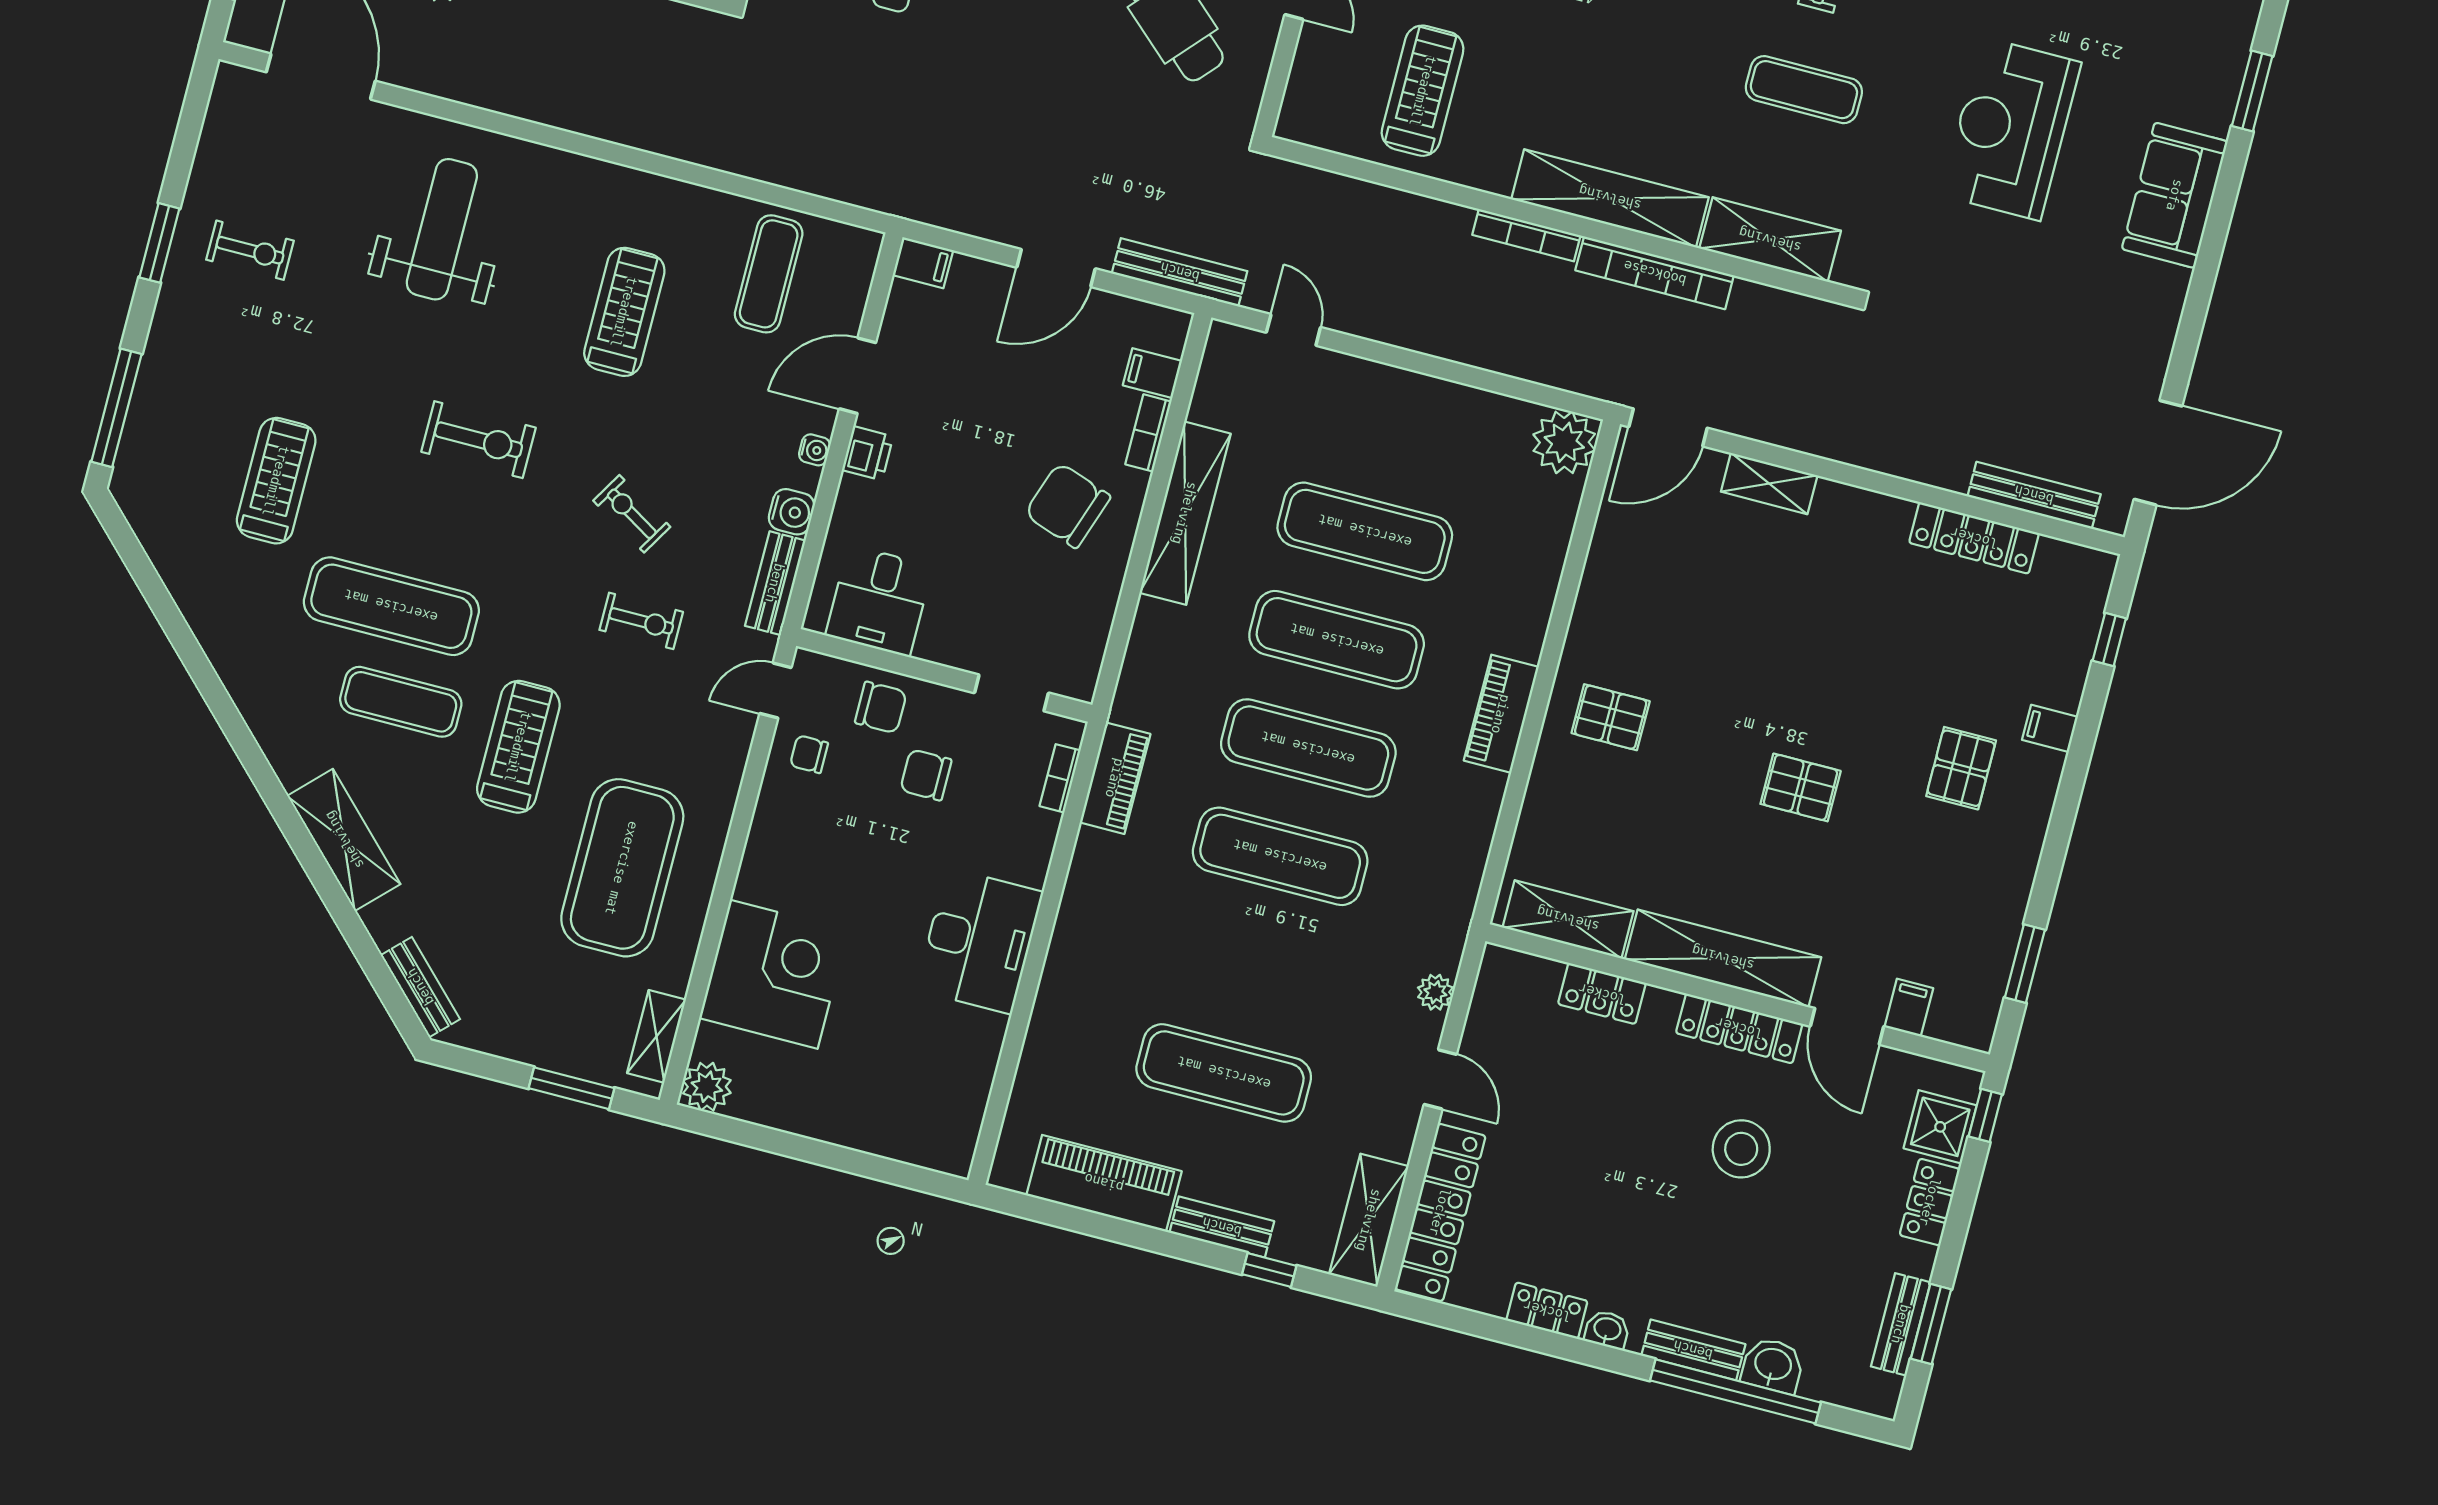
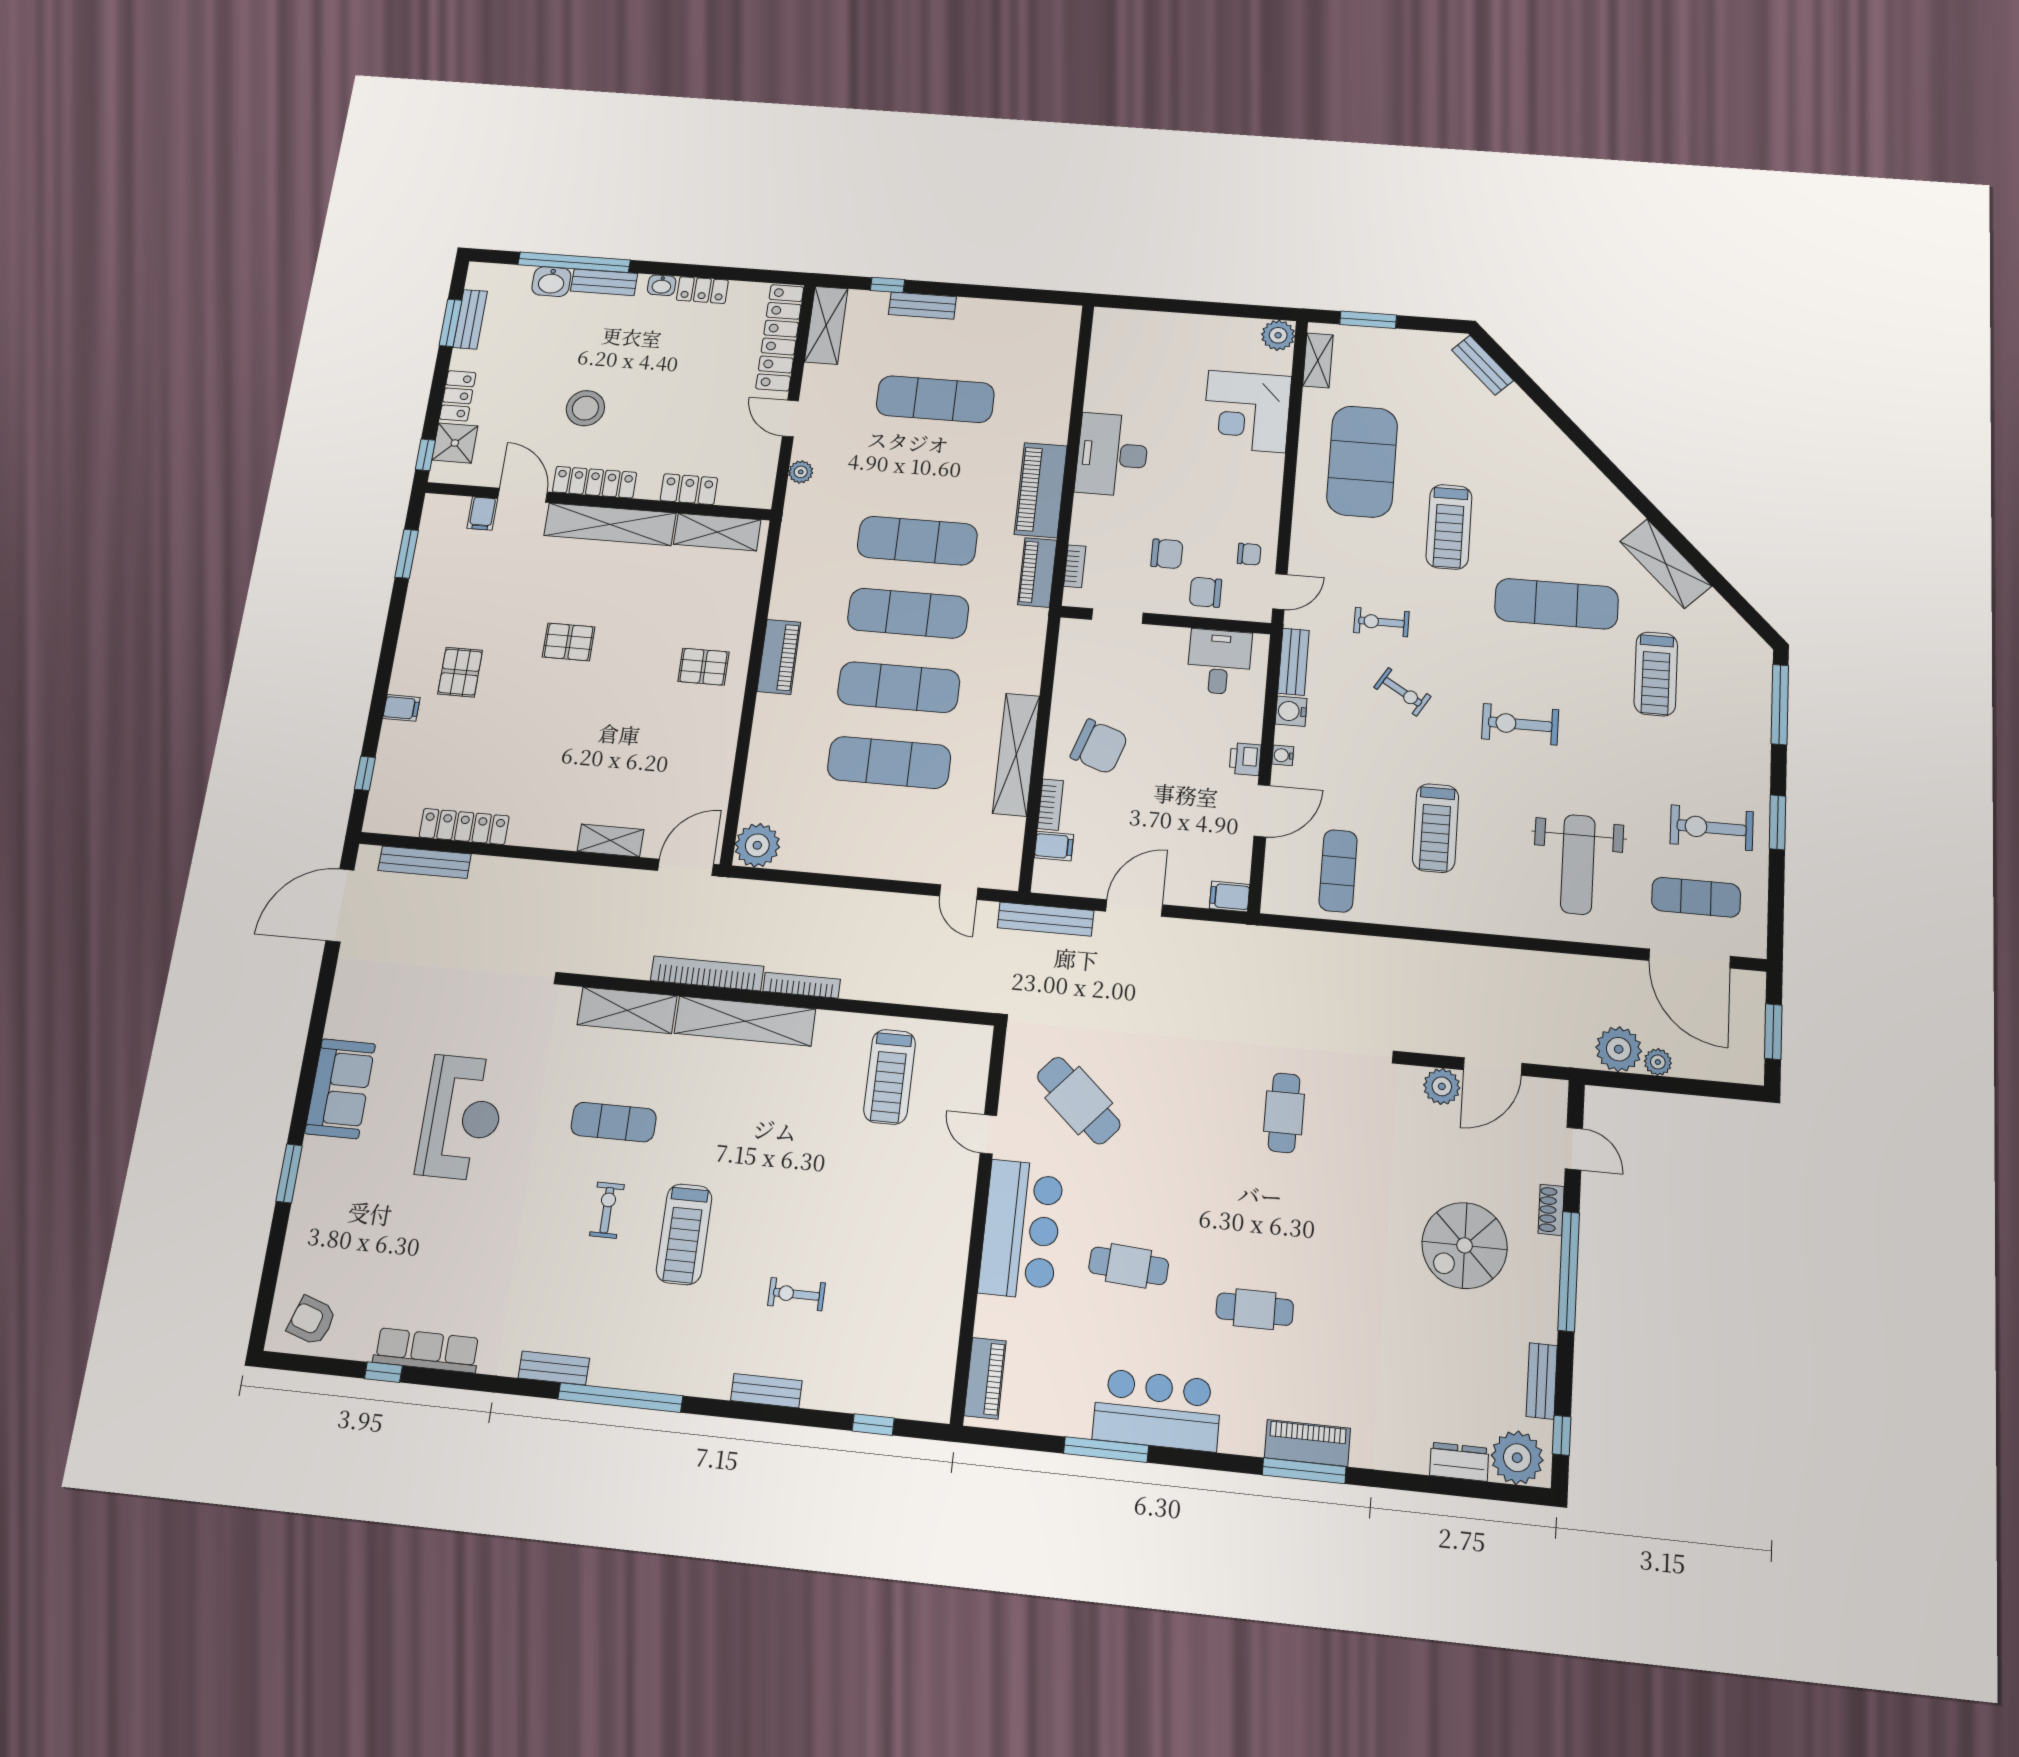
exercise bike: (250, 250) -> (1712, 828), width x1.38, depth x1.39
exercise mat: (401, 702) -> (1696, 897), moved
shelving: (344, 840) -> (1666, 564), moved
piano: (1104, 1183) -> (1041, 490), moved, turned 90

